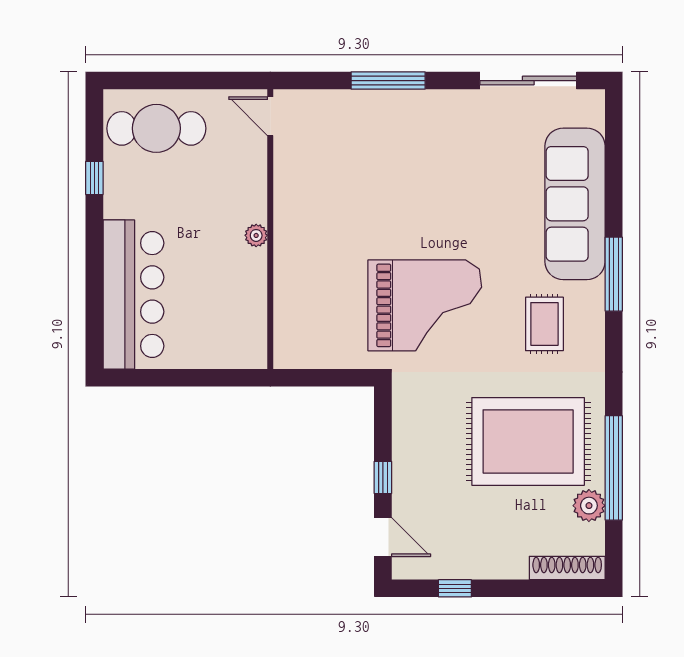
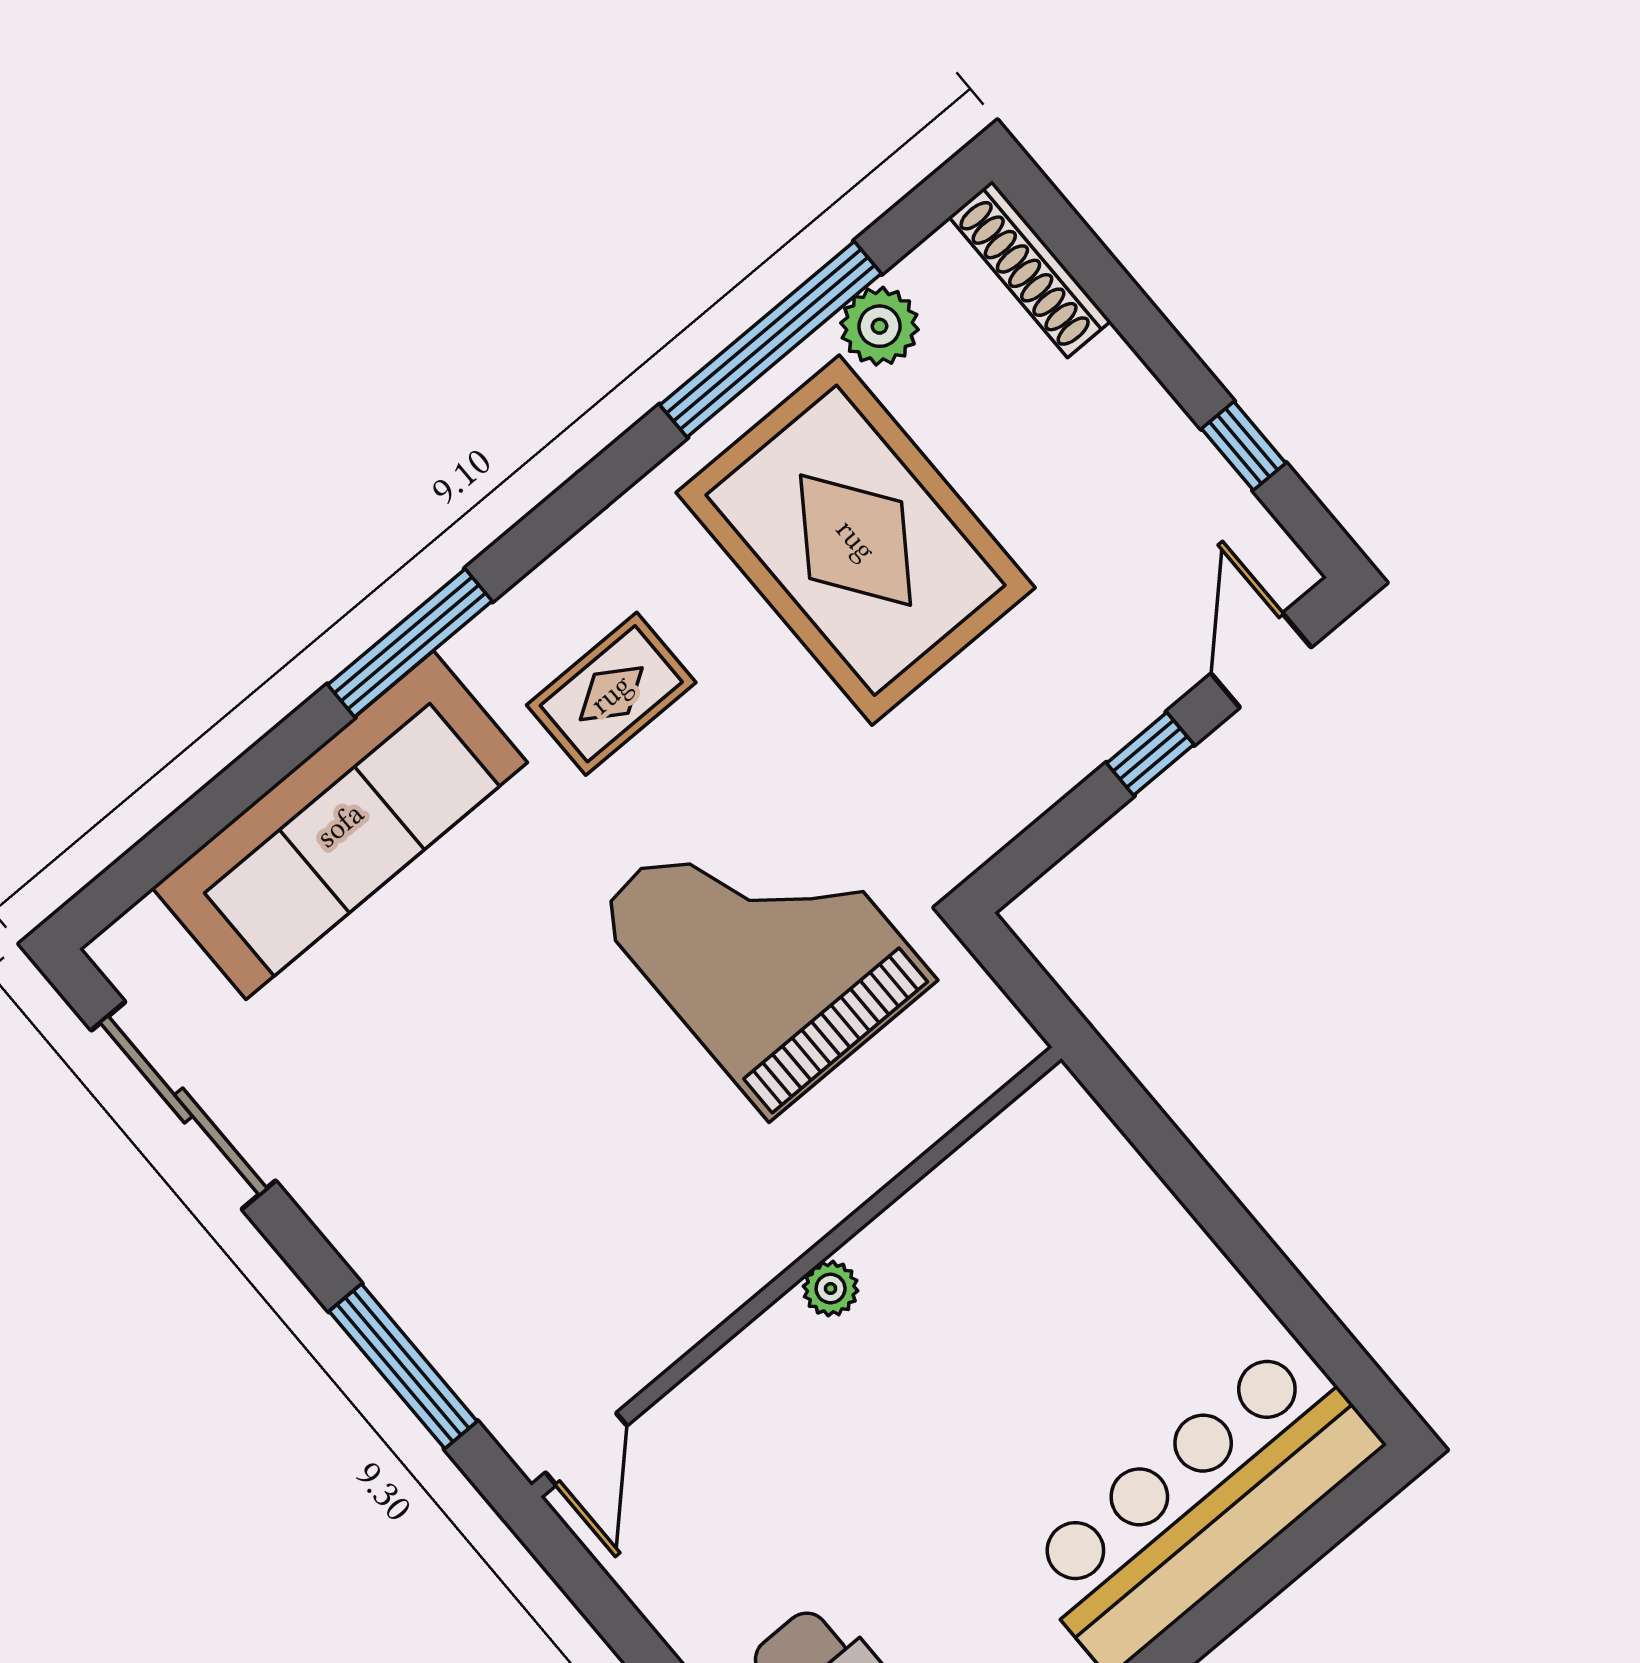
door: (270, 116) -> (586, 1449), moved
wall: (270, 229) -> (796, 1272), moved
plant: (256, 235) -> (831, 1289), moved

